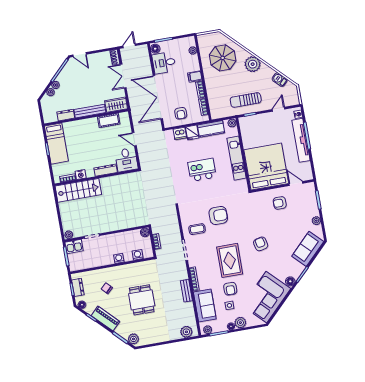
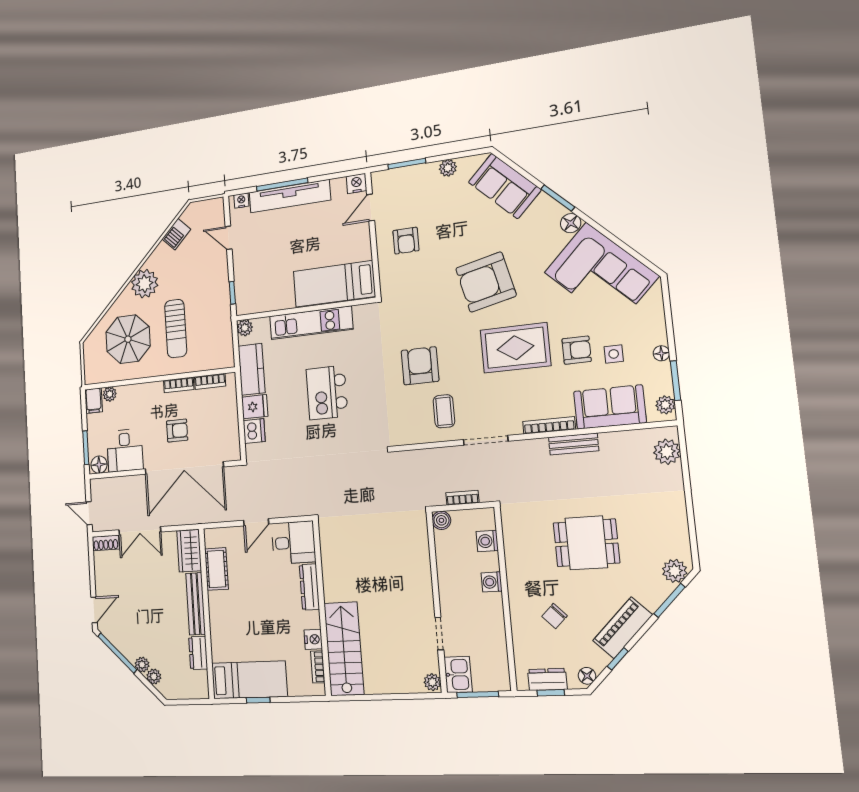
filing cabinet: (195, 76) -> (94, 401), moved
sun lounger: (246, 100) -> (176, 329), moved
armchair: (181, 113) -> (177, 431), moved
bed: (266, 167) -> (334, 284), width x0.49
nightstand: (308, 175) -> (357, 183), added
armchair: (261, 244) -> (486, 282), width x1.88, depth x1.88
plant: (240, 323) -> (654, 332), removed

